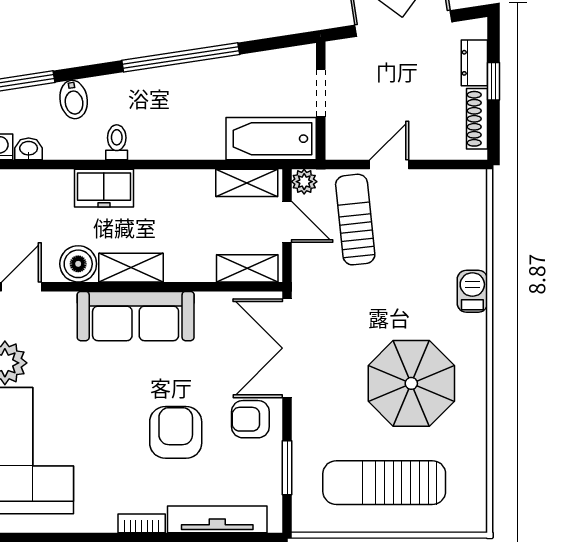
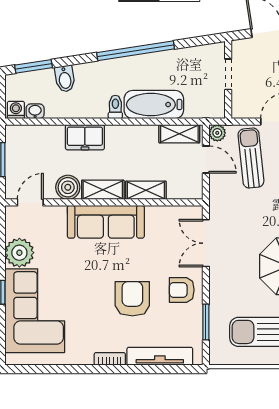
bathtub: (271, 139) -> (154, 105), moved
toilet: (117, 142) -> (115, 107), moved
shelving: (247, 268) -> (146, 190), moved
double door: (287, 348) -> (206, 243), width x0.73

